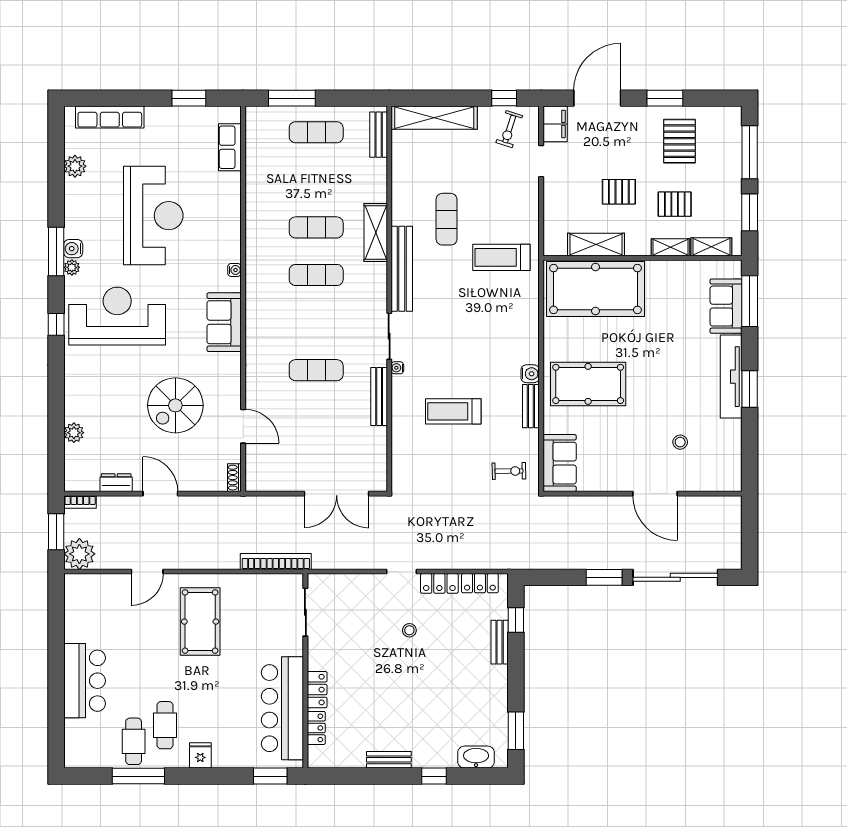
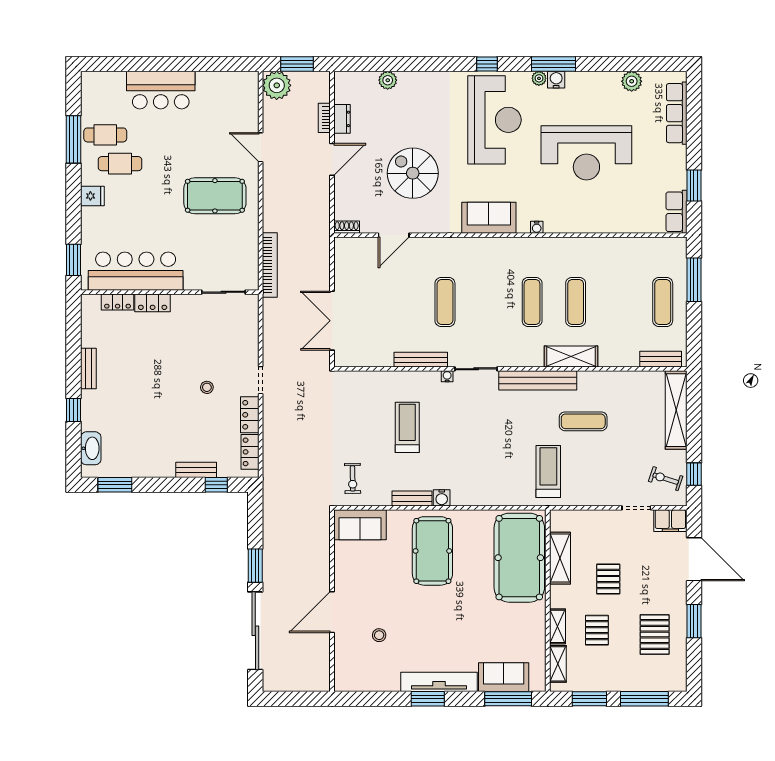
pallet: (679, 141) -> (655, 635), turned 90
row of seats: (230, 147) -> (676, 212), moved, turned -90
bookcase: (80, 502) -> (324, 118), moved

